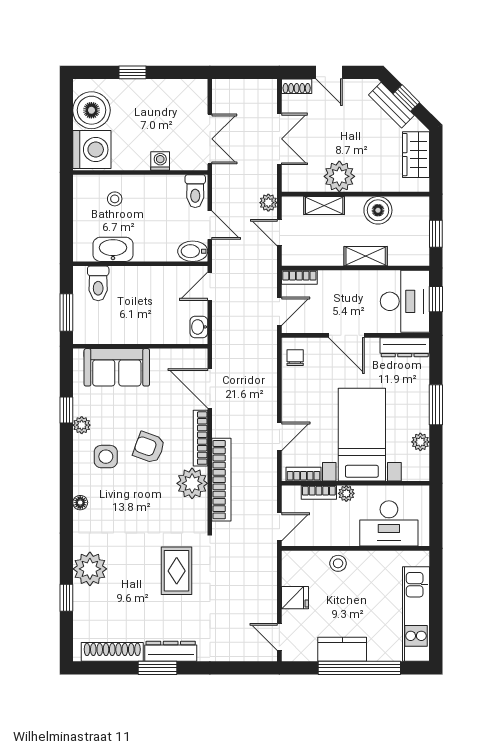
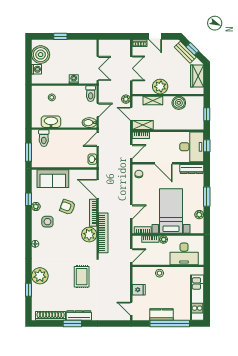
washing machine: (92, 150) -> (36, 69), width x0.53, depth x0.53
door: (210, 225) -> (98, 110), hinge flipped
shelving: (366, 256) -> (143, 125), moved
armchair: (149, 447) -> (67, 207), moved

